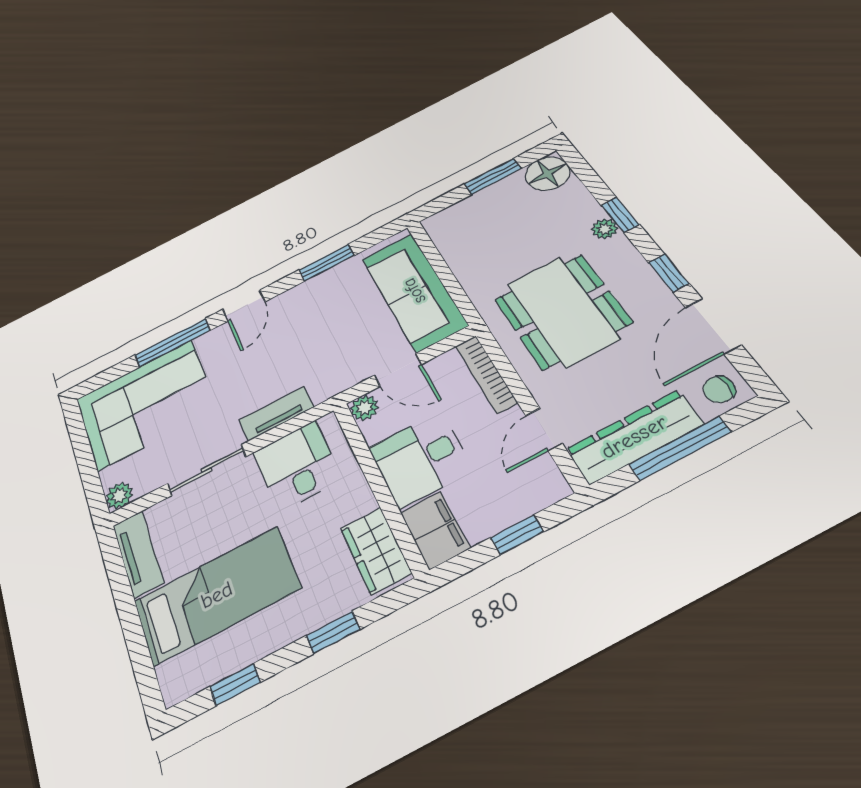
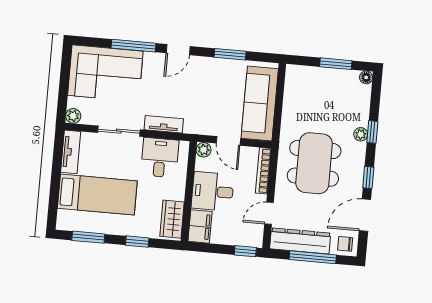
floor lamp: (548, 174) -> (366, 77), width x0.53, depth x0.53
window: (517, 535) -> (245, 251), moved
window: (235, 684) -> (88, 237), width x1.50

